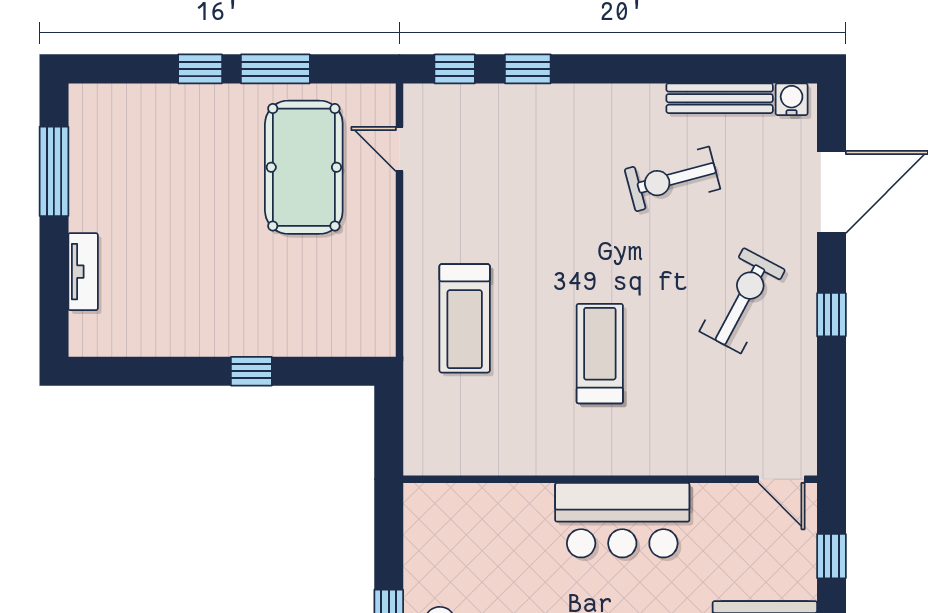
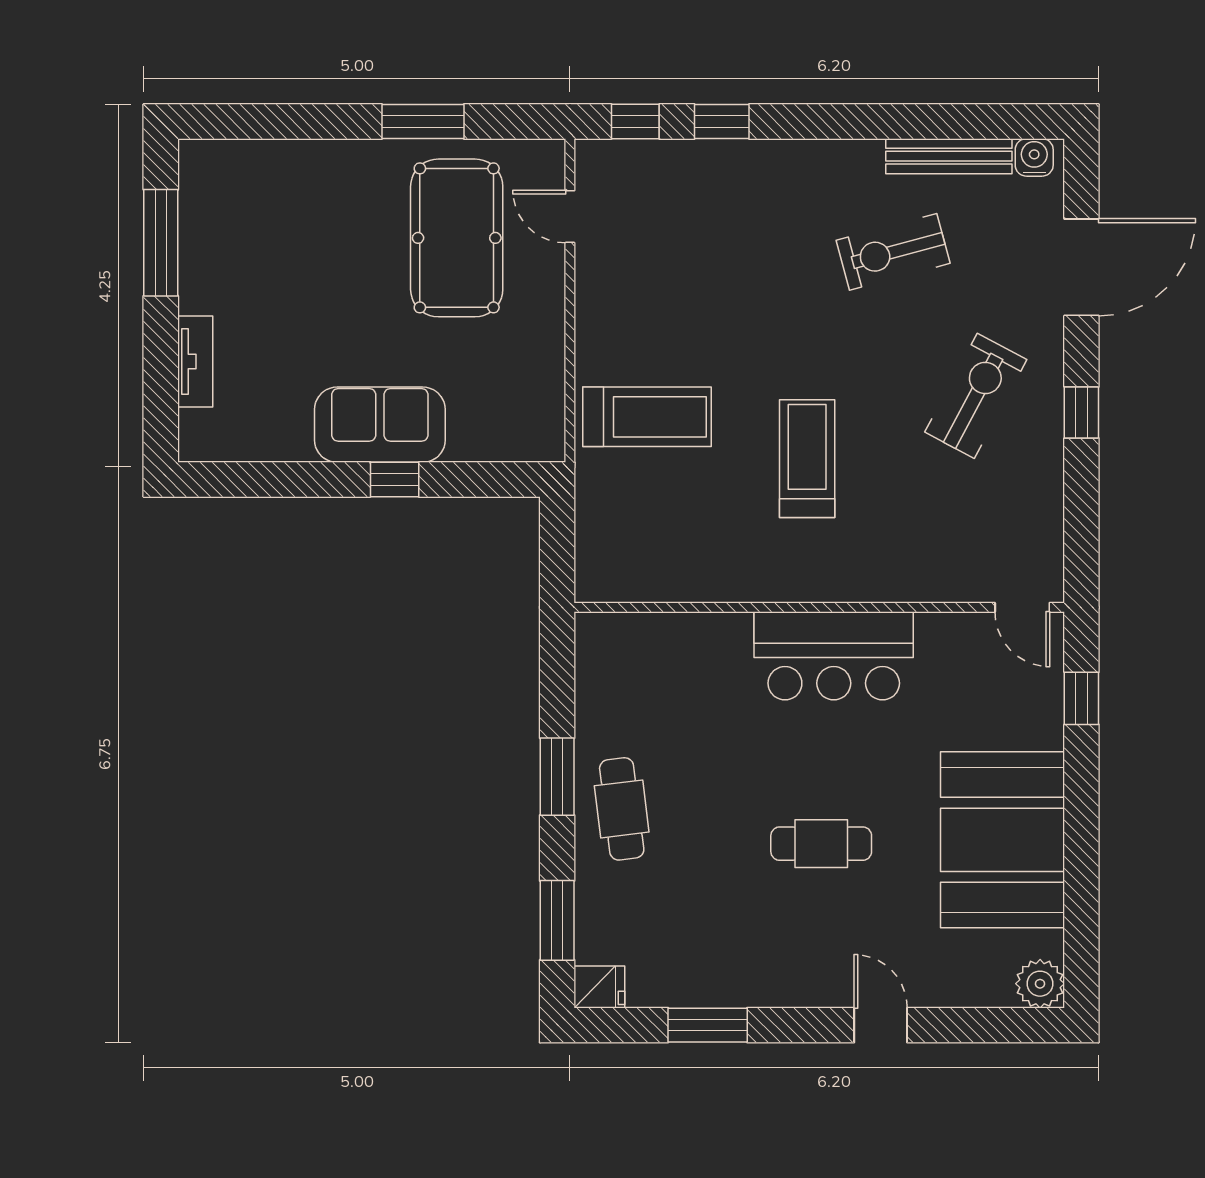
window: (200, 69) -> (334, 121), removed
treadmill: (465, 318) -> (647, 417), turned -90
sofa: (239, 325) -> (380, 425), added

